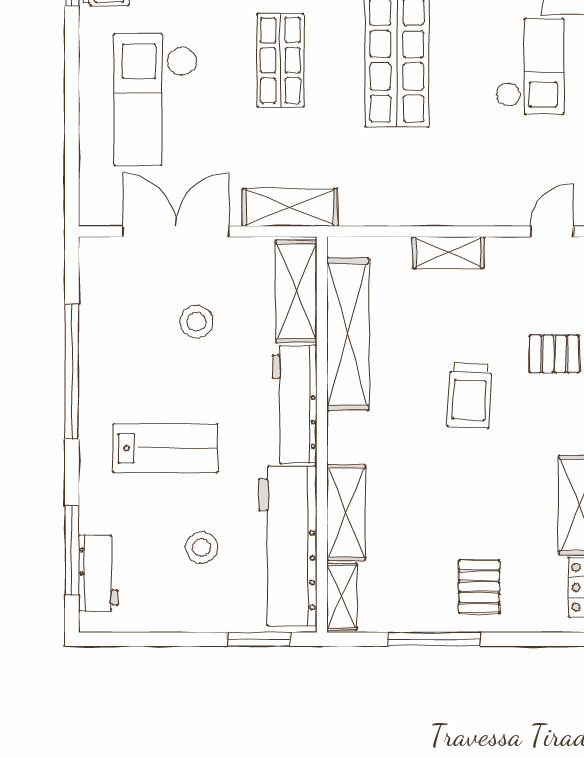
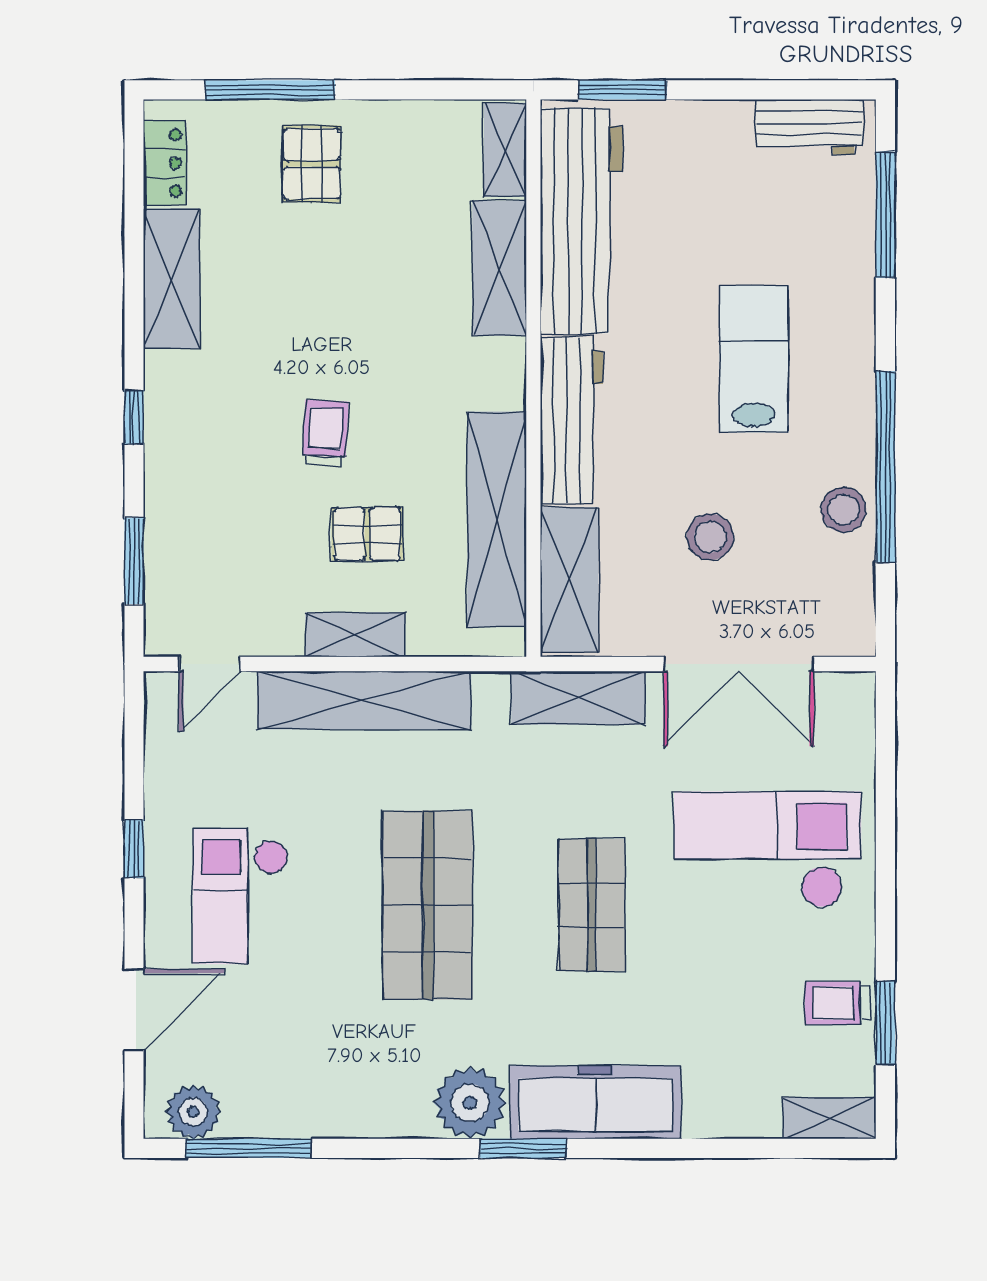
checkout: (155, 100) -> (768, 850), turned -90
shelving: (442, 206) -> (364, 700), added
pallet: (554, 354) -> (367, 534), moved
trolley: (470, 396) -> (325, 433), width x0.73, depth x0.72
lab bench: (165, 448) -> (754, 359), turned 90
stool: (202, 547) -> (844, 510), moved
workbench: (98, 573) -> (809, 127), moved, turned -90
window: (434, 639) -> (270, 90), moved

